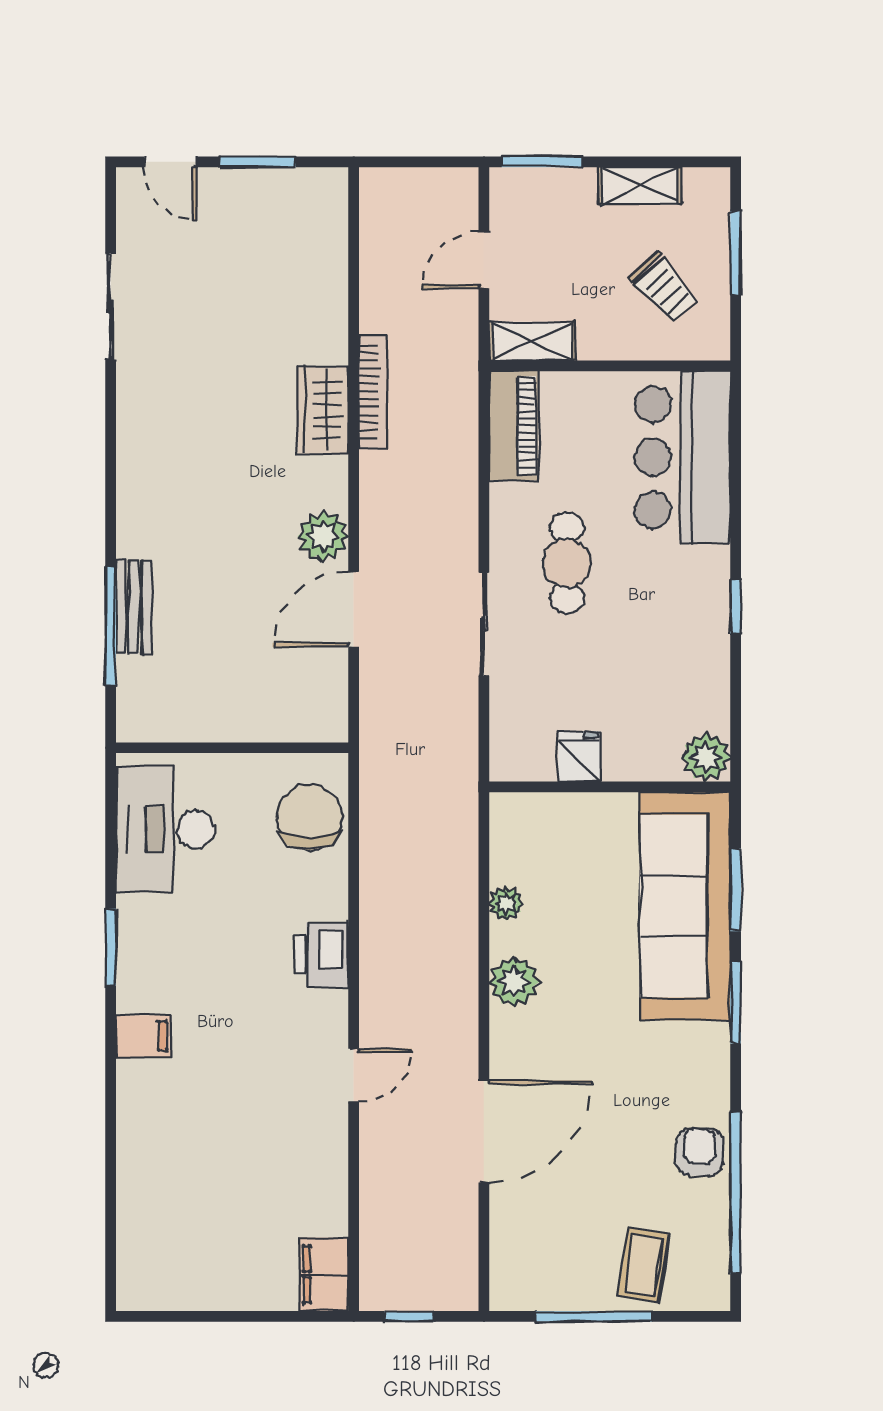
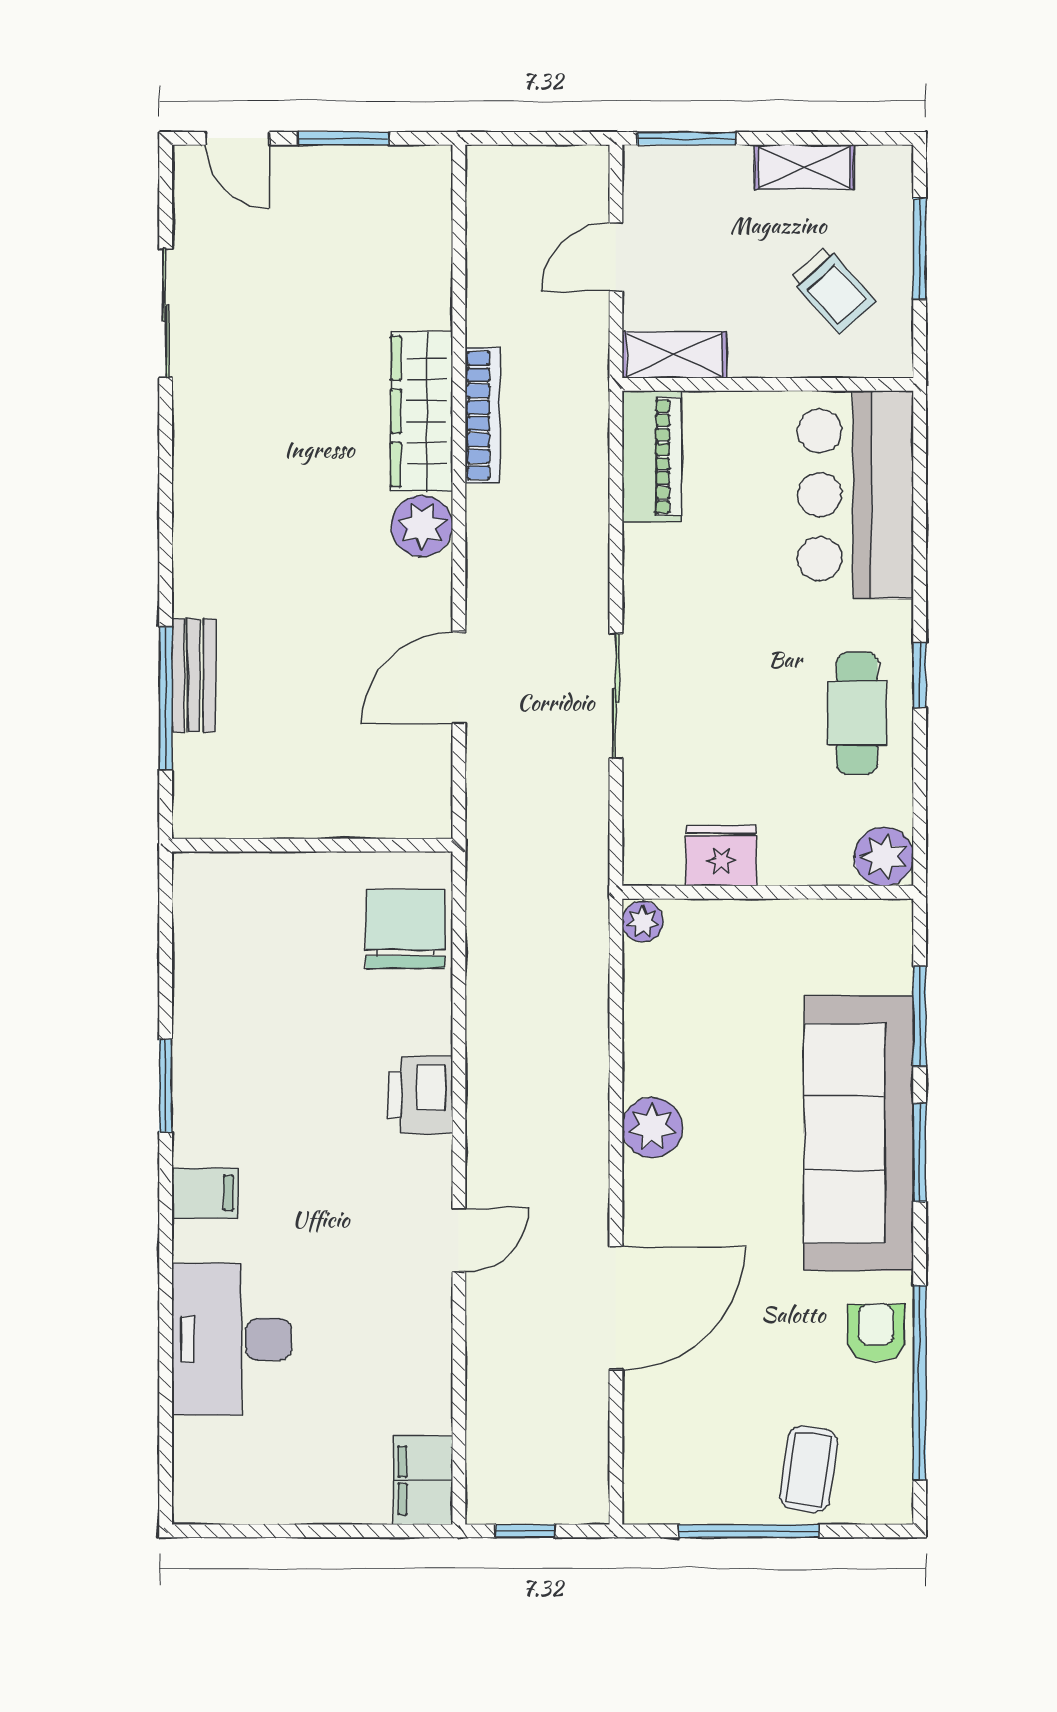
wardrobe: (323, 410) -> (422, 411), width x1.50
plant: (323, 536) -> (422, 526), moved
cafe table: (567, 563) -> (857, 713), moved
fridge: (579, 757) -> (721, 856), width x1.38
desk: (165, 829) -> (232, 1339), moved
plant: (506, 903) -> (643, 921), moved
sofa: (685, 906) -> (859, 1133), moved

